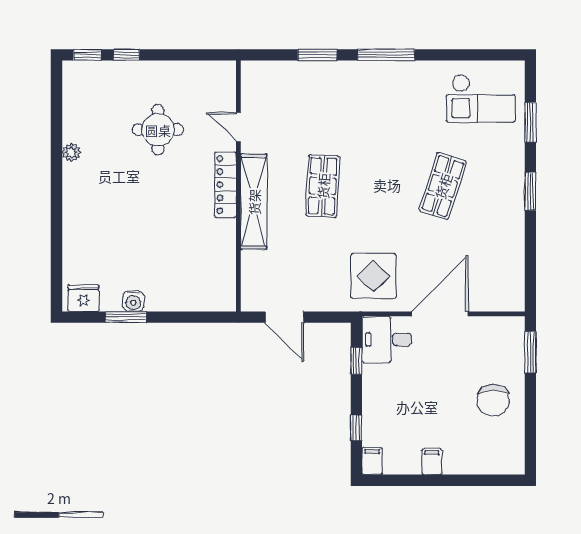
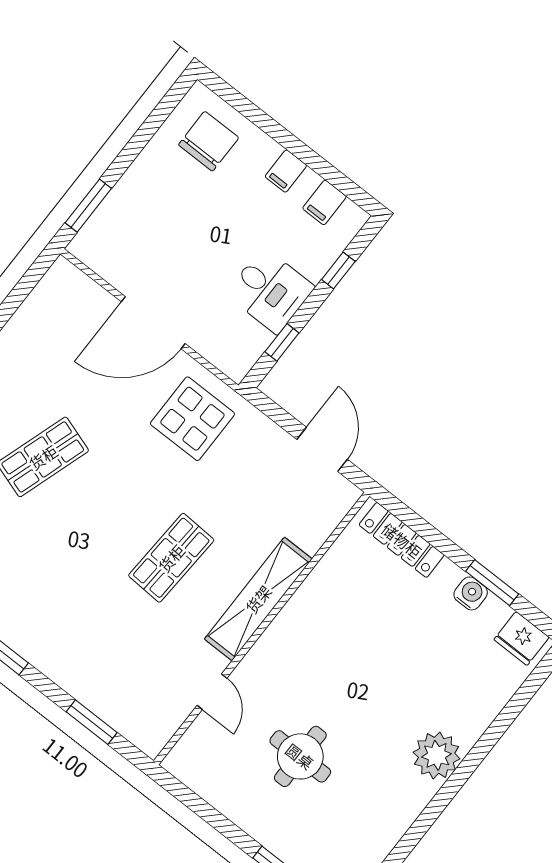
window: (317, 55) -> (92, 722), moved
plant: (71, 152) -> (437, 755), moved, width x1.88, depth x1.88
locker: (225, 185) -> (402, 540), moved, turned 90
desk: (387, 340) -> (270, 291), moved
chair: (493, 400) -> (209, 141), moved
filing cabinet: (372, 461) -> (324, 202), moved

